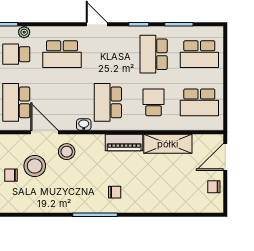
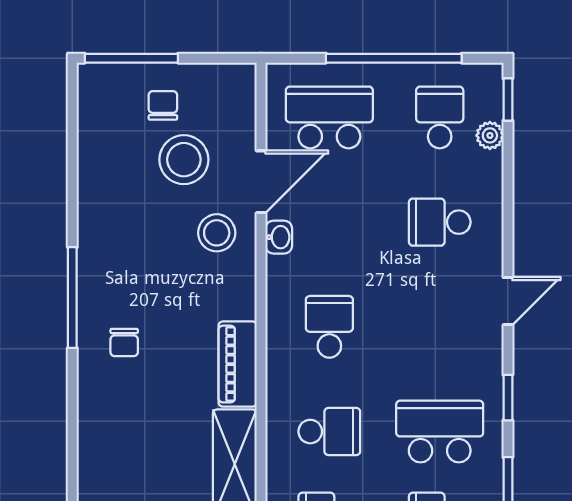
school desk: (62, 54) -> (440, 222), width x0.54
school desk: (108, 102) -> (329, 327), width x0.54
washbasin: (84, 124) -> (279, 237), moved

